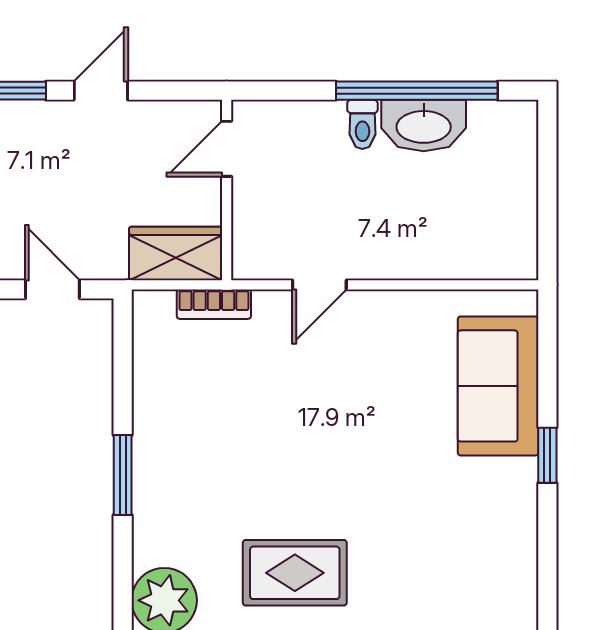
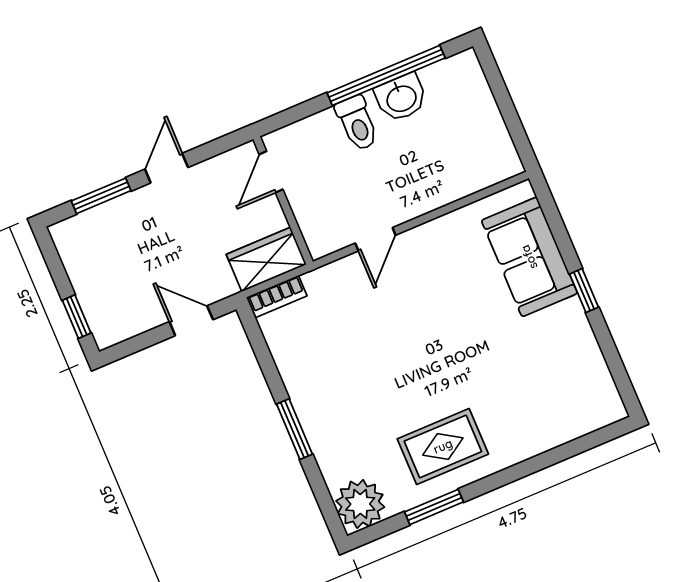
toilet: (362, 124) -> (357, 123), width x1.37, depth x1.39
washbasin: (424, 125) -> (401, 98), width x0.72
bookcase: (214, 304) -> (277, 297), moved

